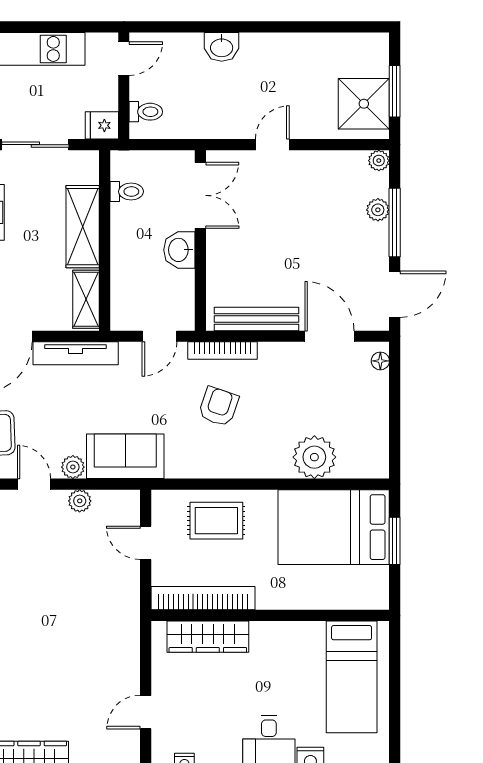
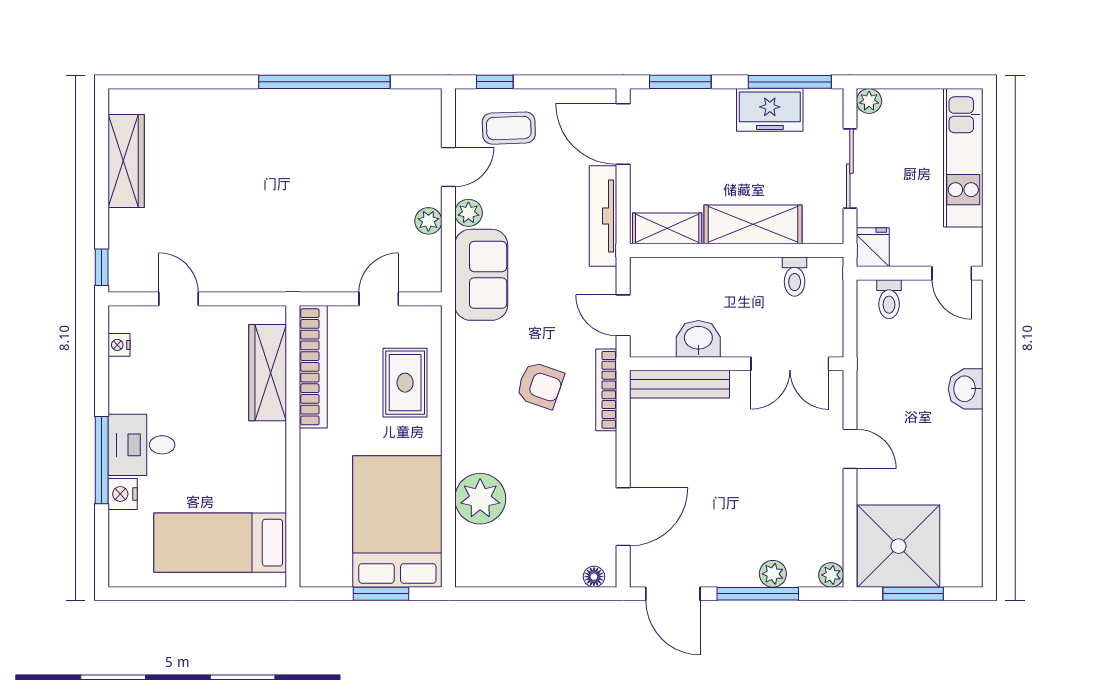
shower: (364, 104) -> (898, 546), width x1.37, depth x1.37
washbasin: (179, 250) -> (698, 339), moved
bench: (256, 319) -> (679, 384), moved, turned 90

